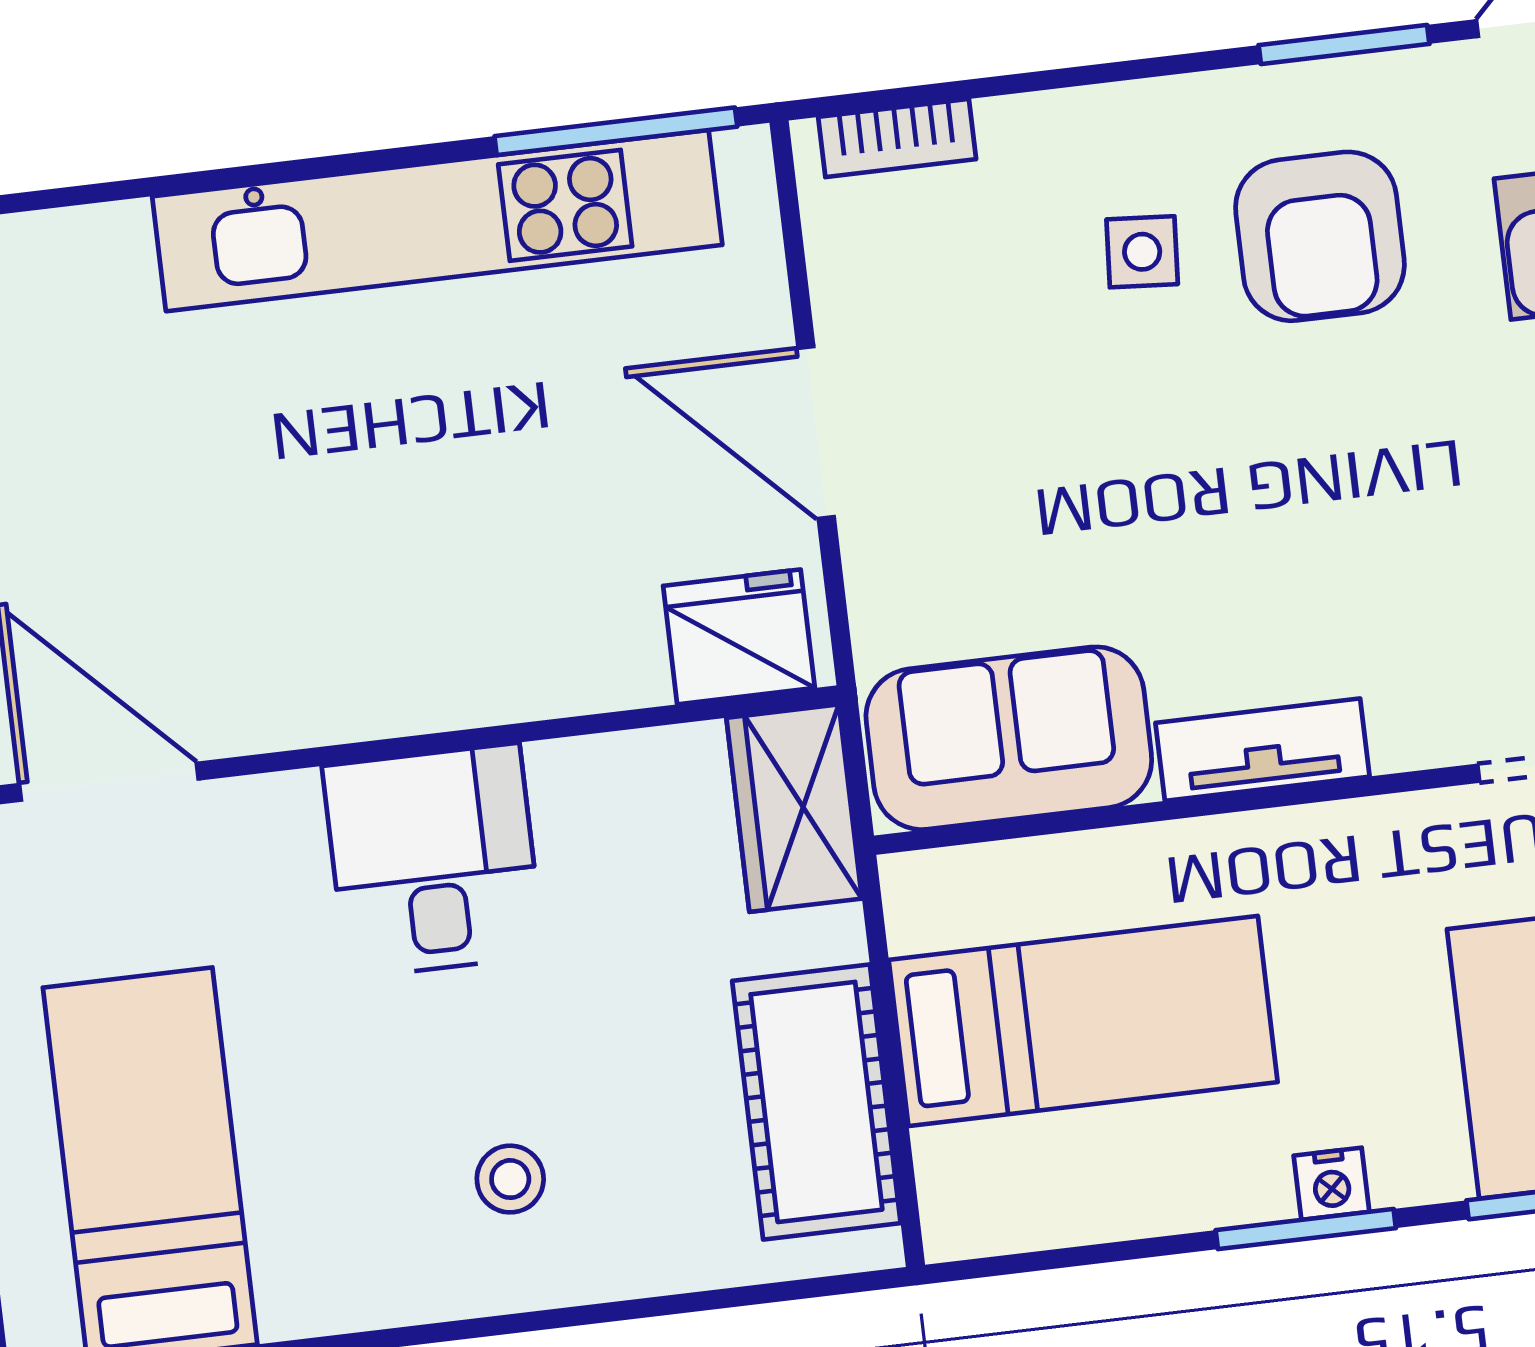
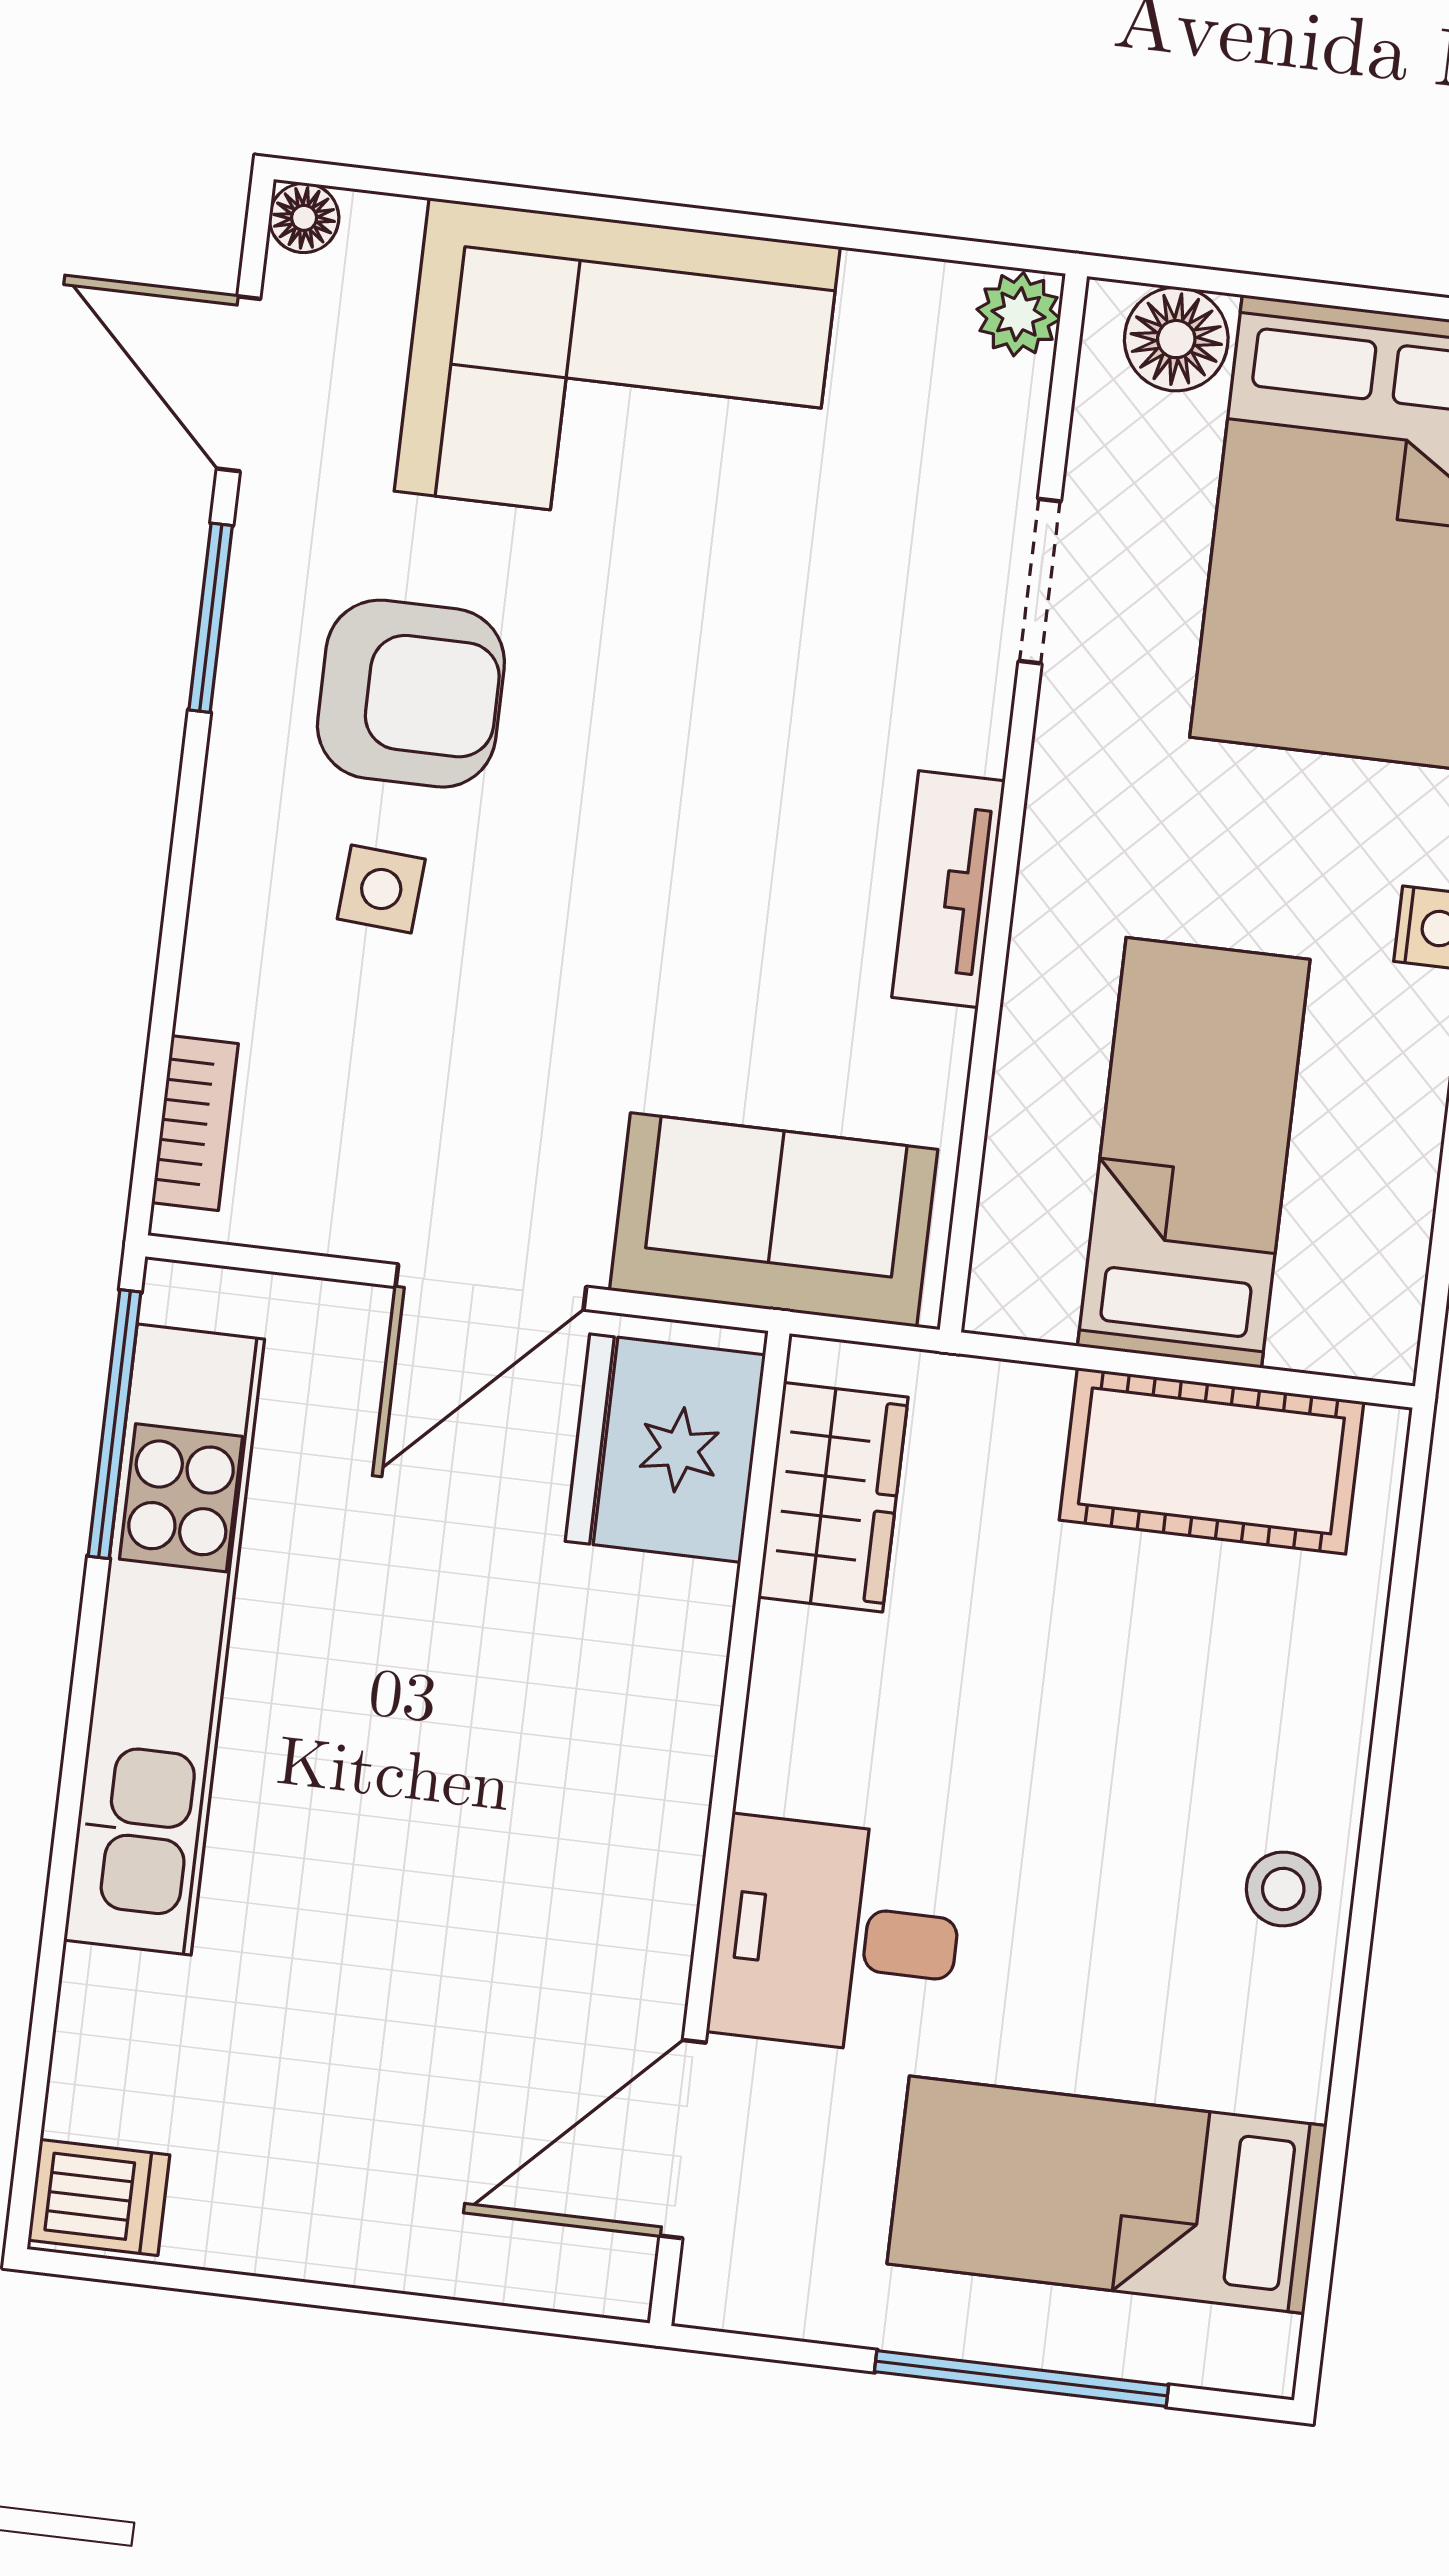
fridge: (739, 637) -> (665, 1448), width x1.36, depth x1.34
sofa: (1009, 738) -> (774, 1220), moved, turned 90
wardrobe: (794, 808) -> (833, 1497), moved, turned -90
desk: (433, 861) -> (837, 1936), moved
stool: (510, 1179) -> (1283, 1889), moved

